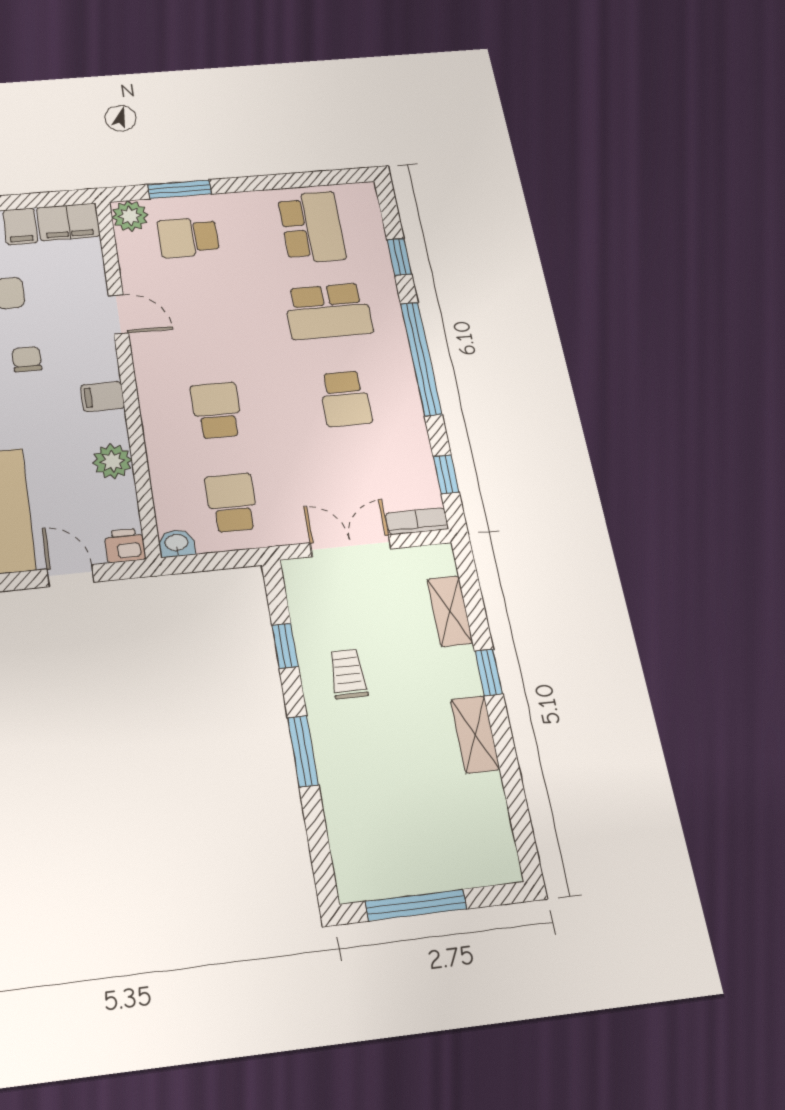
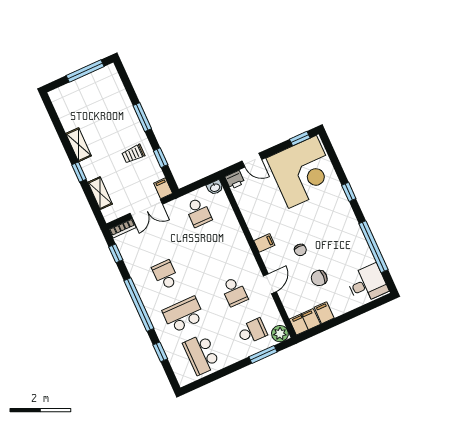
door: (119, 314) -> (270, 284), swing flipped
school desk: (217, 410) -> (234, 292), moved
plant: (112, 461) -> (251, 215), removed
filing cabinet: (299, 578) -> (163, 188), added
trolley: (348, 674) -> (133, 154), turned 90

